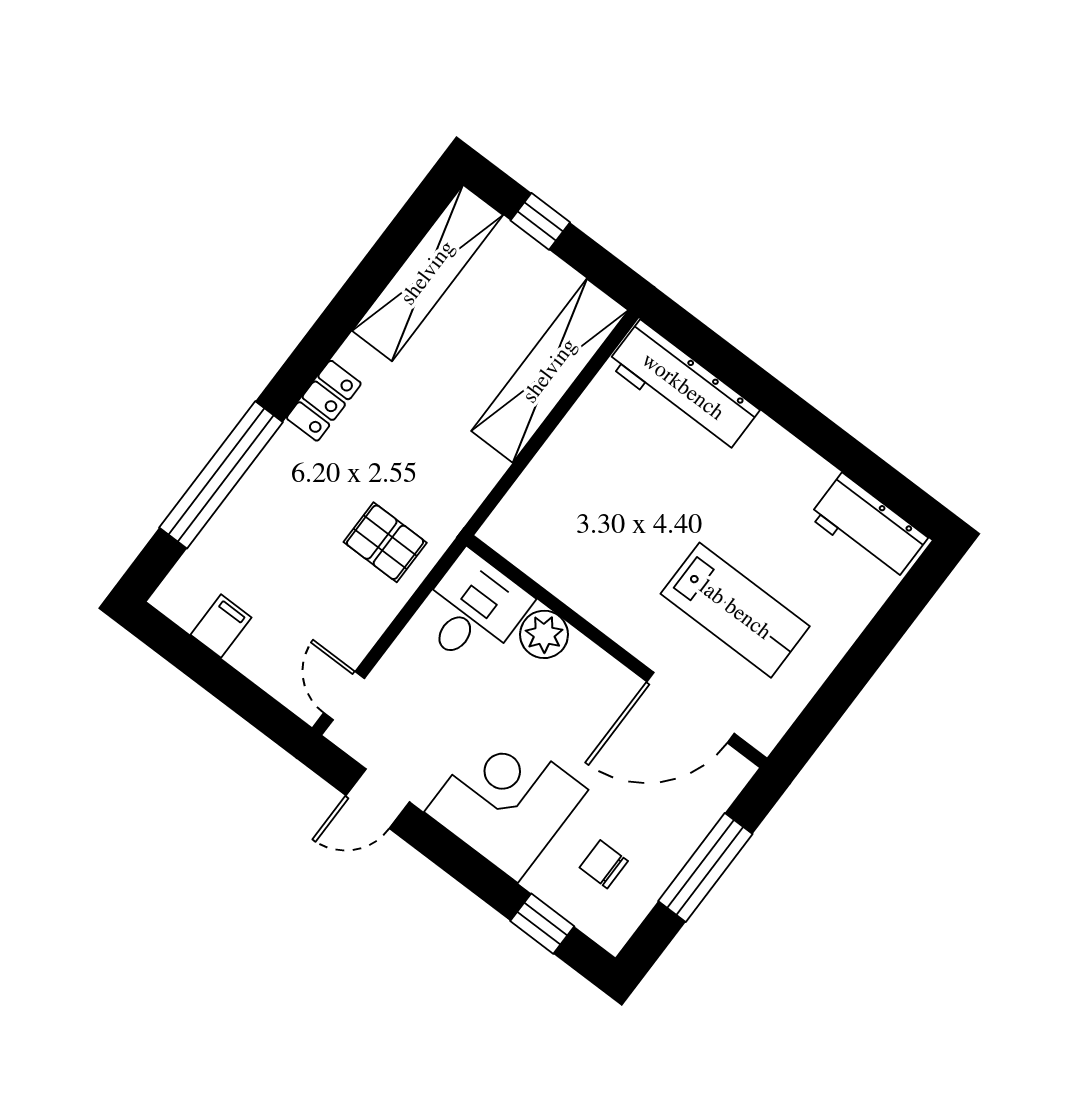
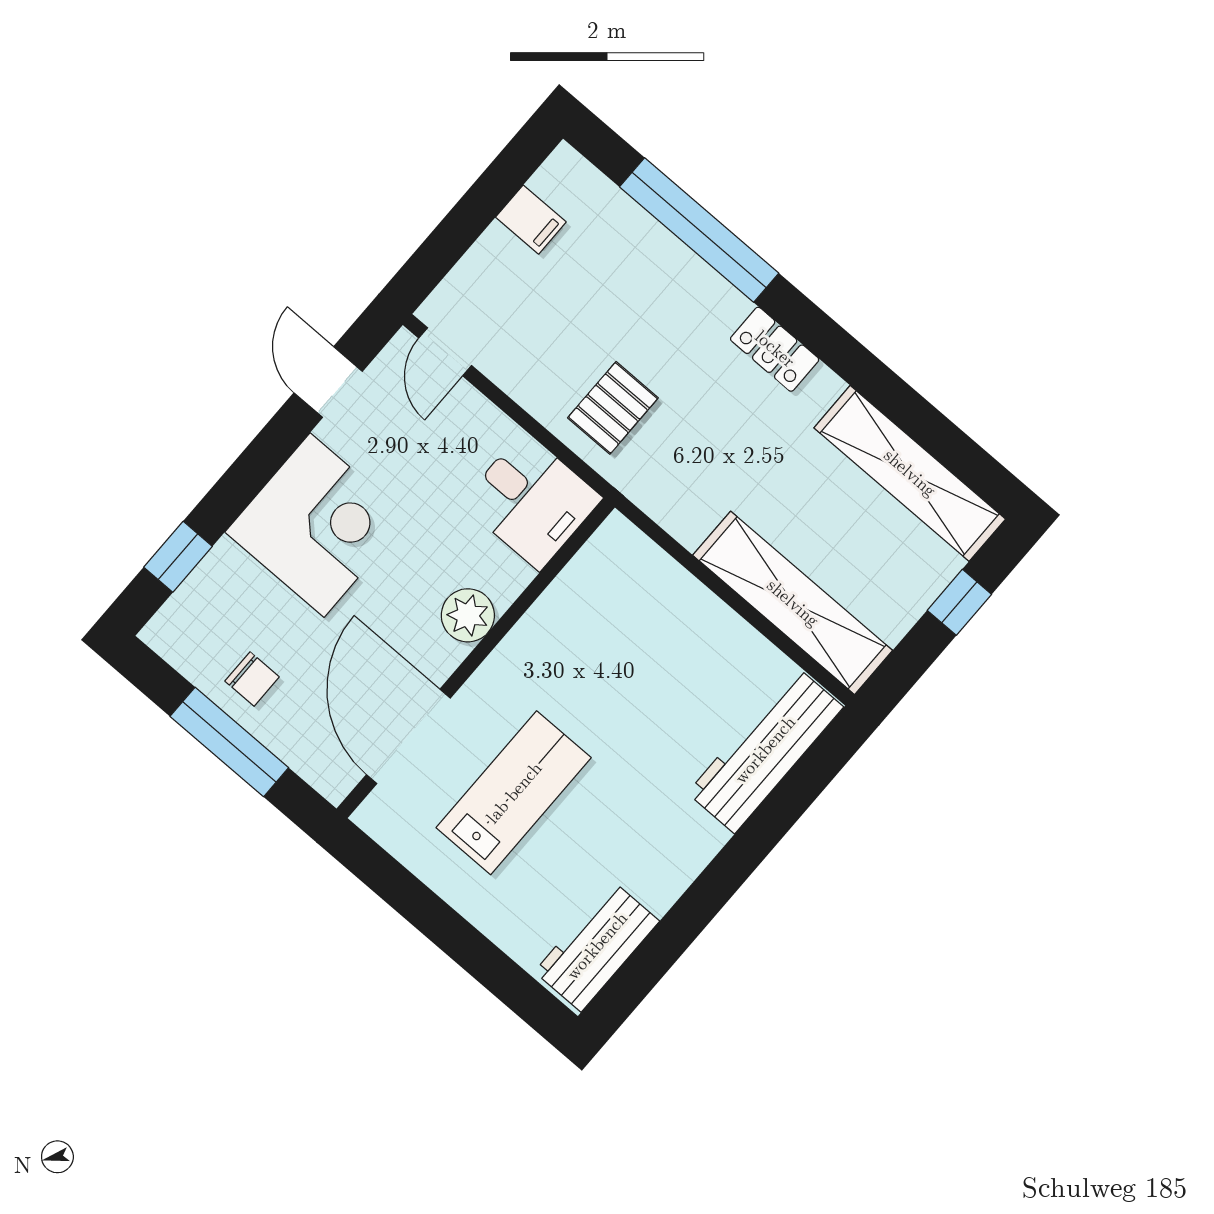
lab bench: (735, 610) -> (514, 793), turned 180
plant: (544, 634) -> (468, 615), moved
door: (344, 696) -> (445, 352), swing flipped
chair: (604, 864) -> (252, 679), moved, turned 90

